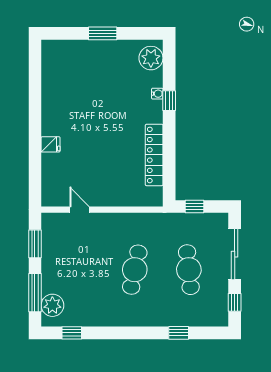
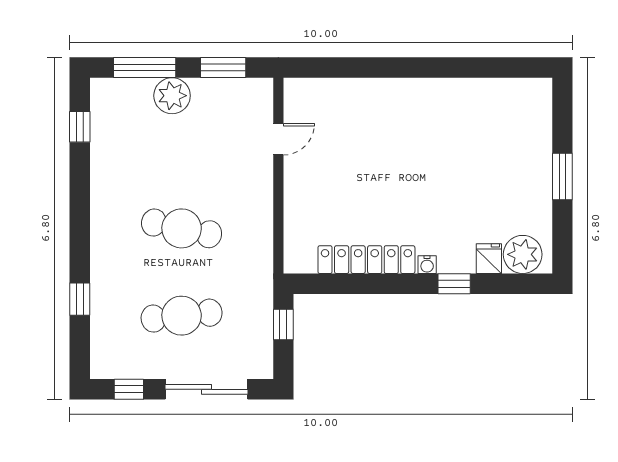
water cooler: (157, 94) -> (427, 265), moved
fridge: (51, 144) -> (489, 259), moved, turned 180
plant: (52, 305) -> (172, 96), moved

